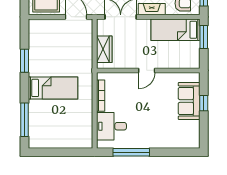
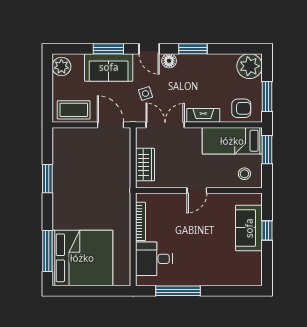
stool: (185, 57) -> (244, 174), added
bed: (53, 88) -> (82, 258), moved, width x2.04

